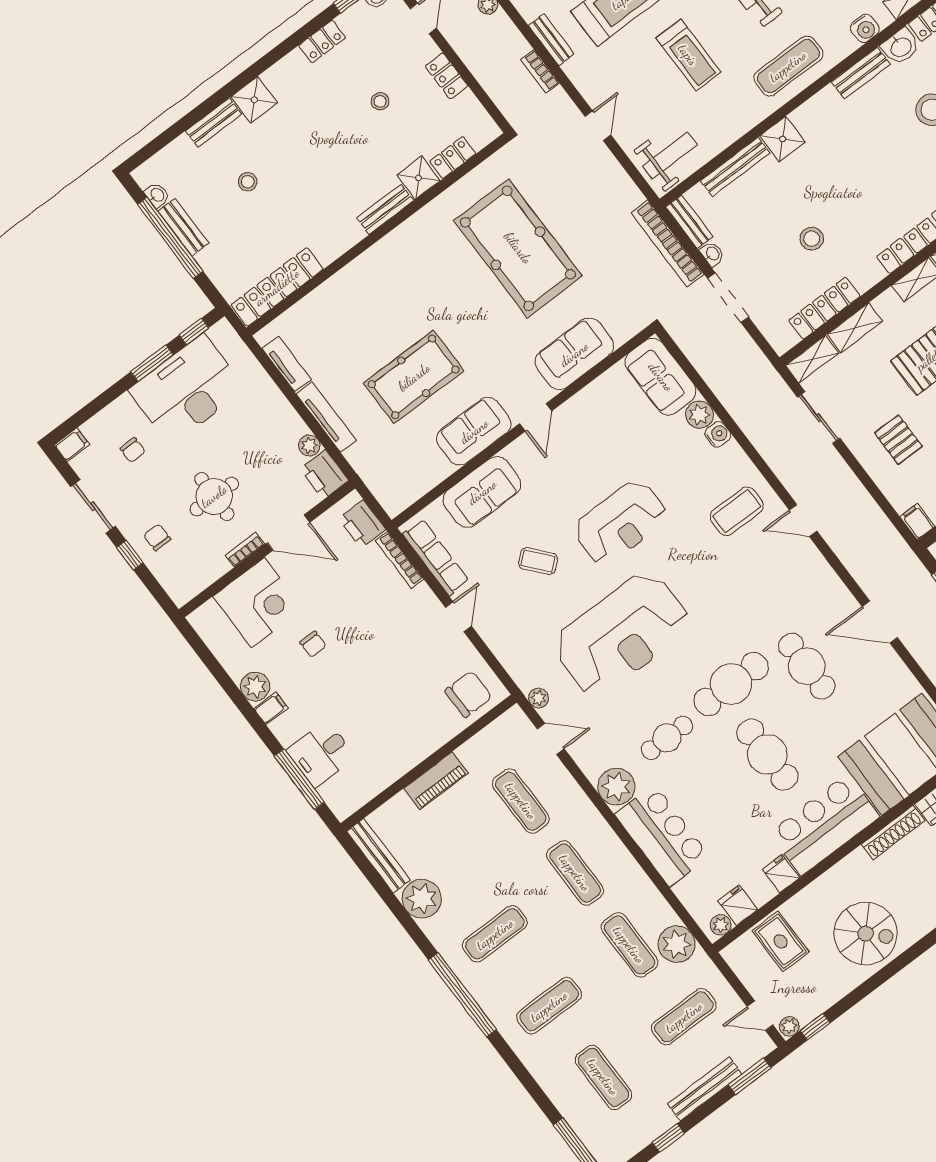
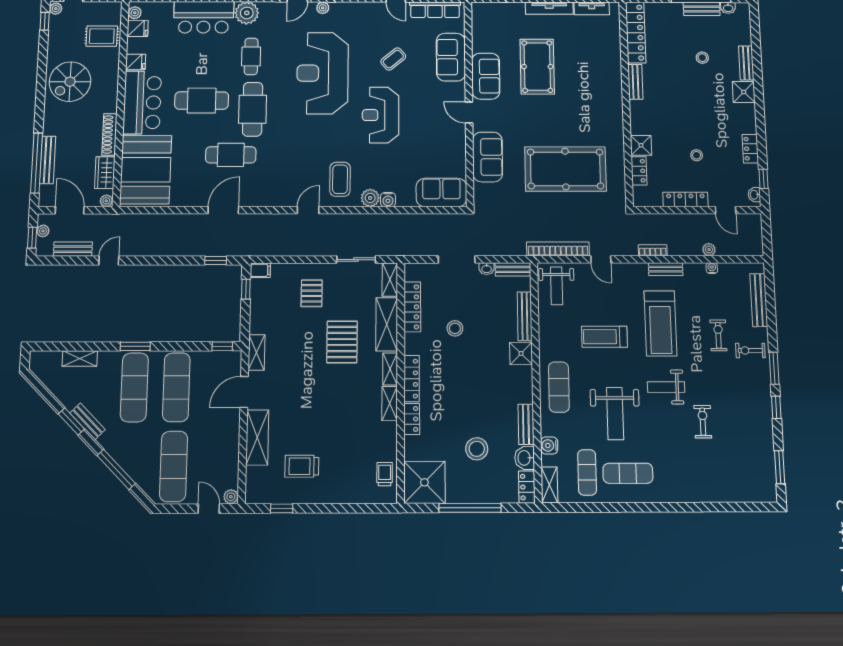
locker: (447, 76) -> (686, 200), width x1.53
bench: (385, 209) -> (635, 82), moved
bookcase: (668, 244) -> (558, 249), moved
shelving: (855, 328) -> (387, 324), width x1.50, depth x1.33
plant: (699, 415) -> (370, 198), moved
pallet: (898, 440) -> (312, 293), turned 90

